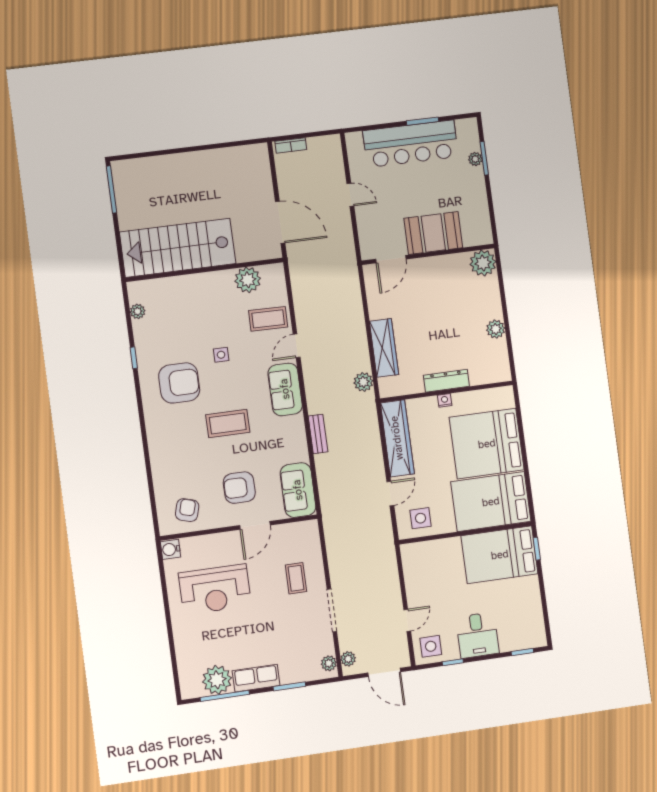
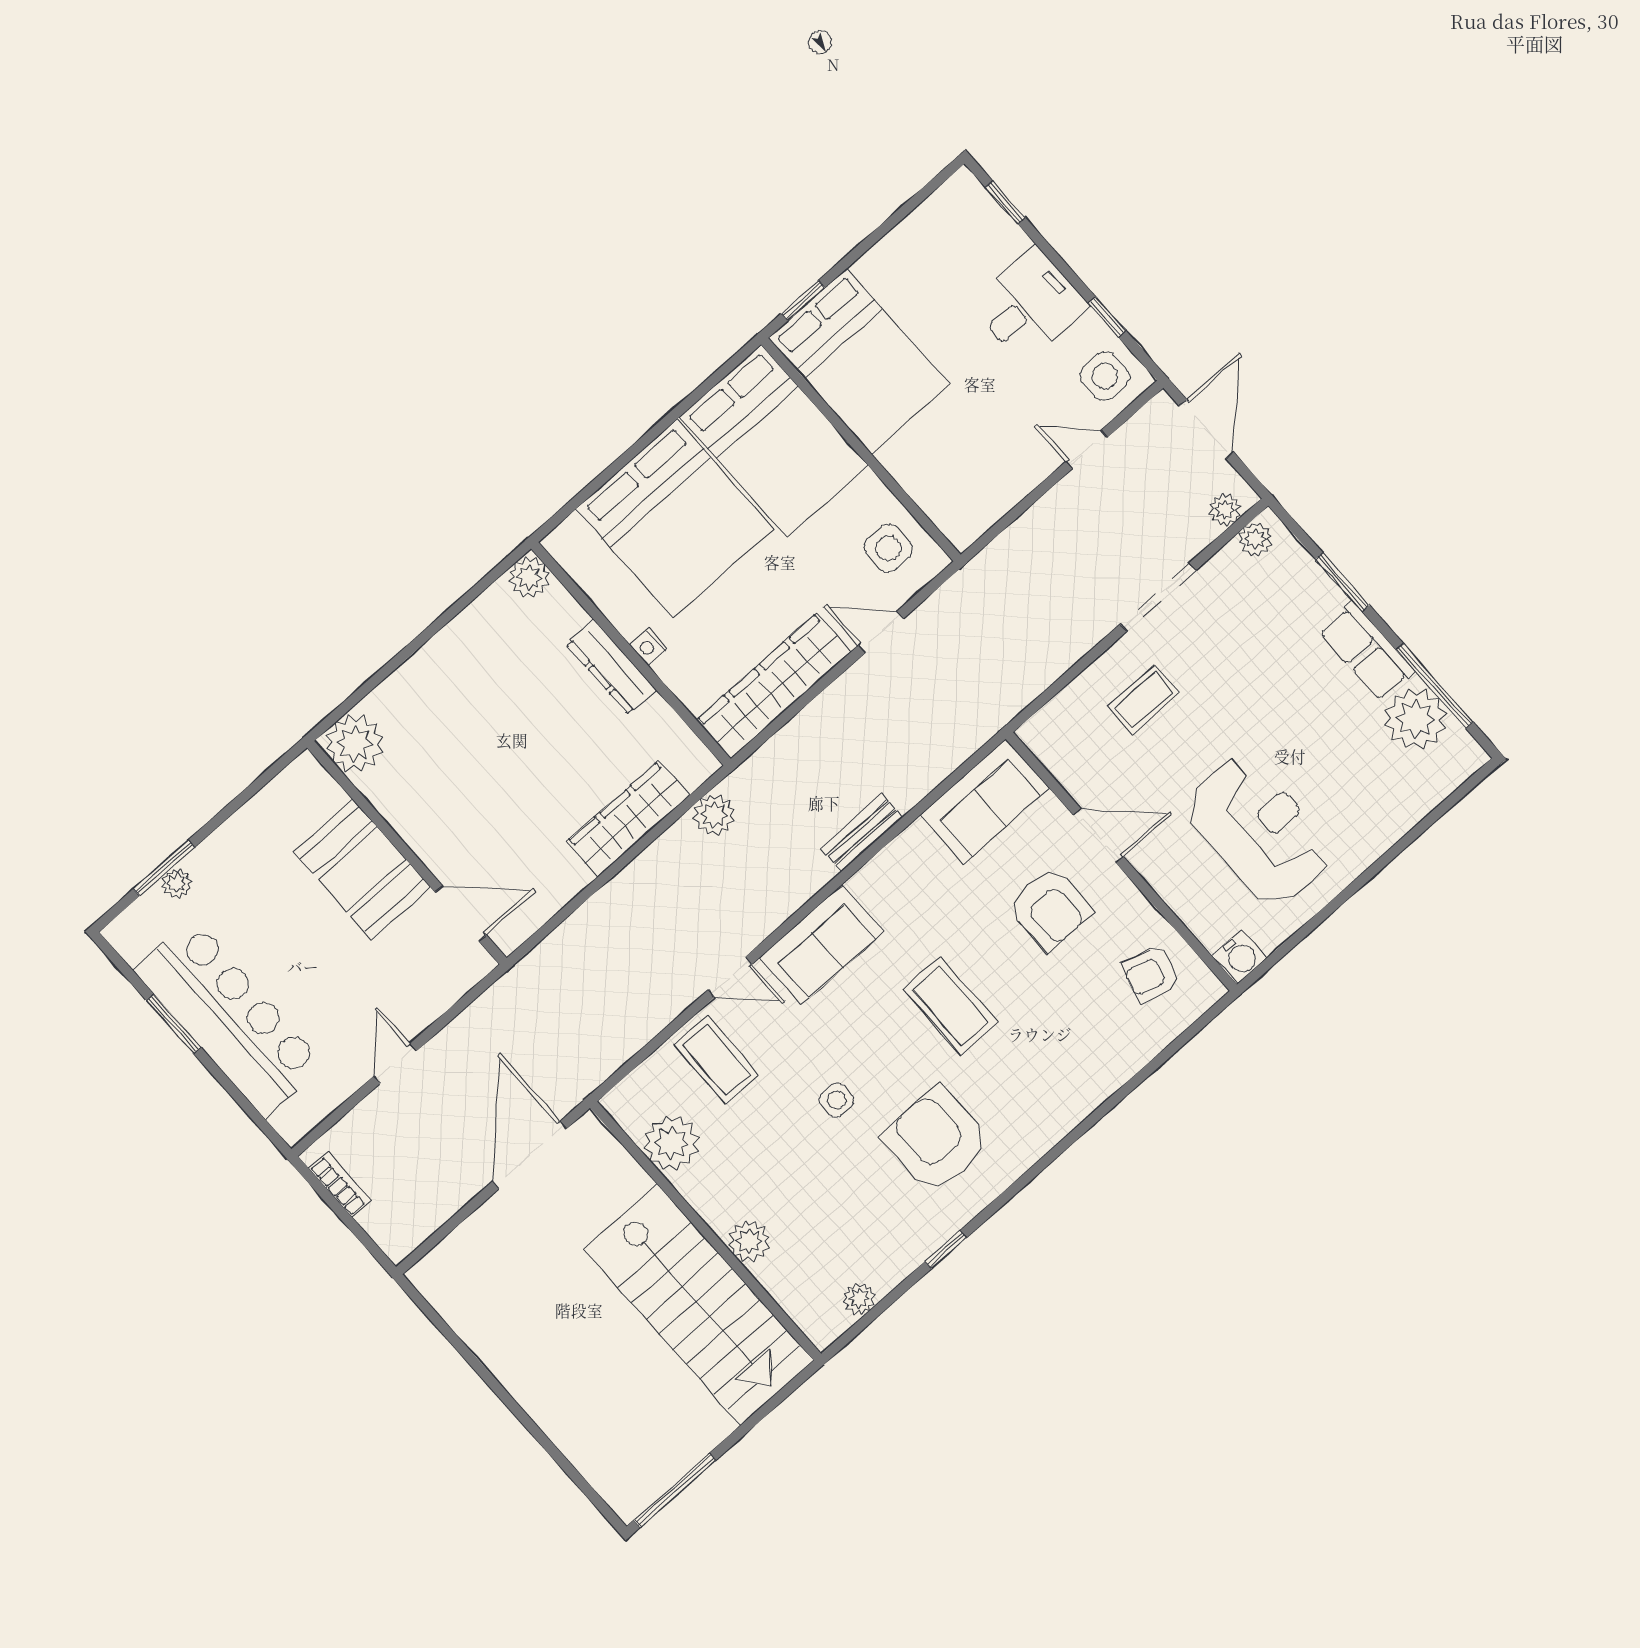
bookcase: (291, 145) -> (340, 1184), moved
plant: (189, 284) -> (749, 1241), added
plant: (496, 329) -> (529, 577), moved

